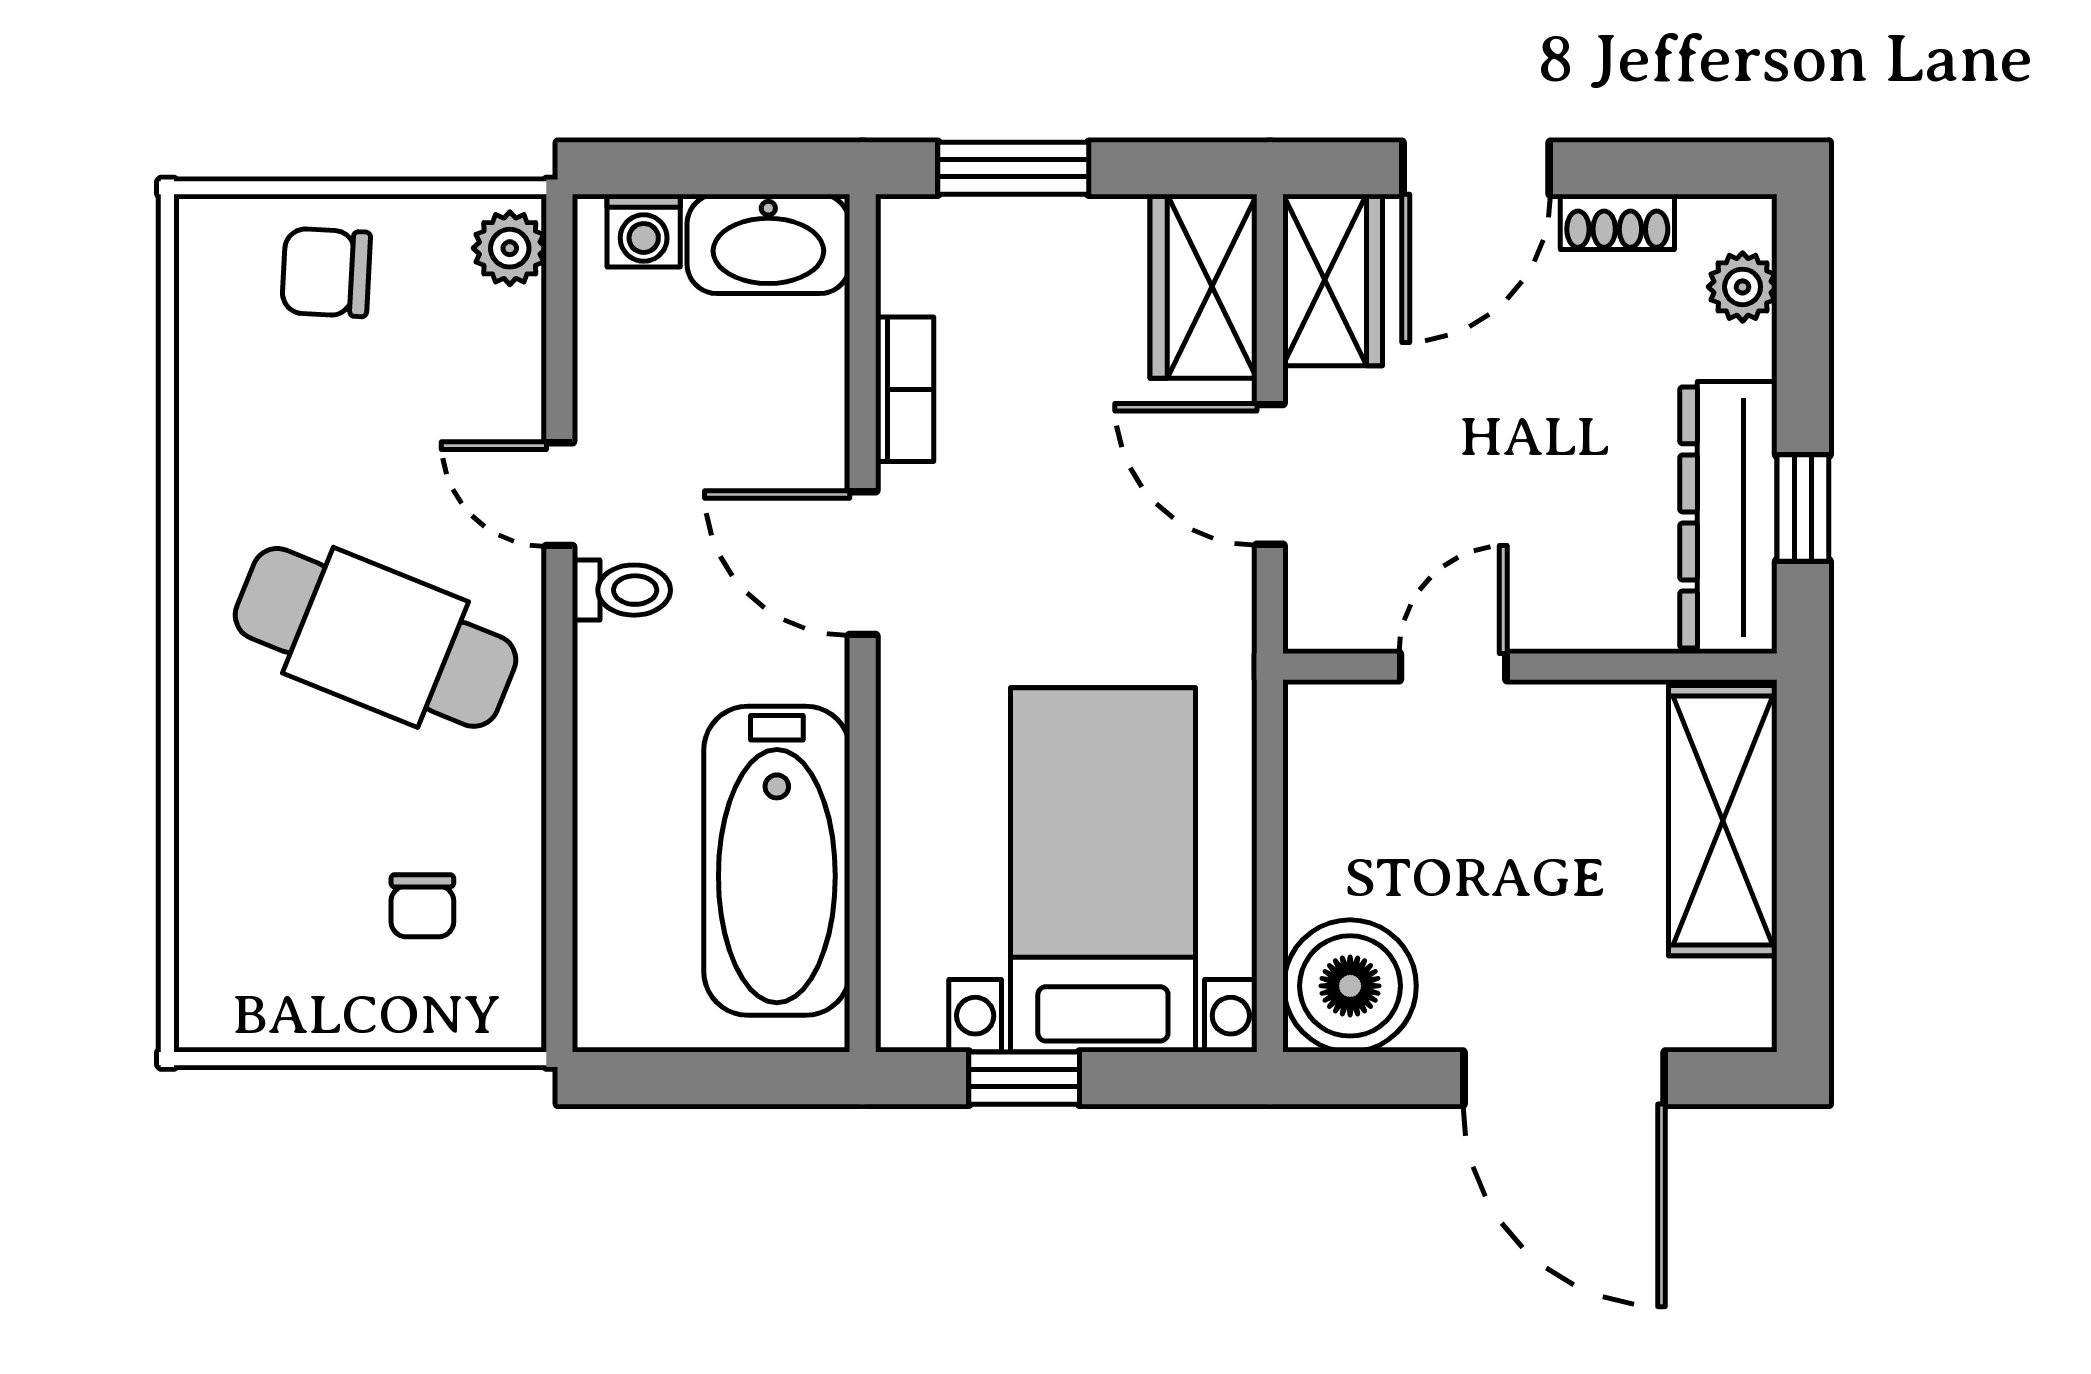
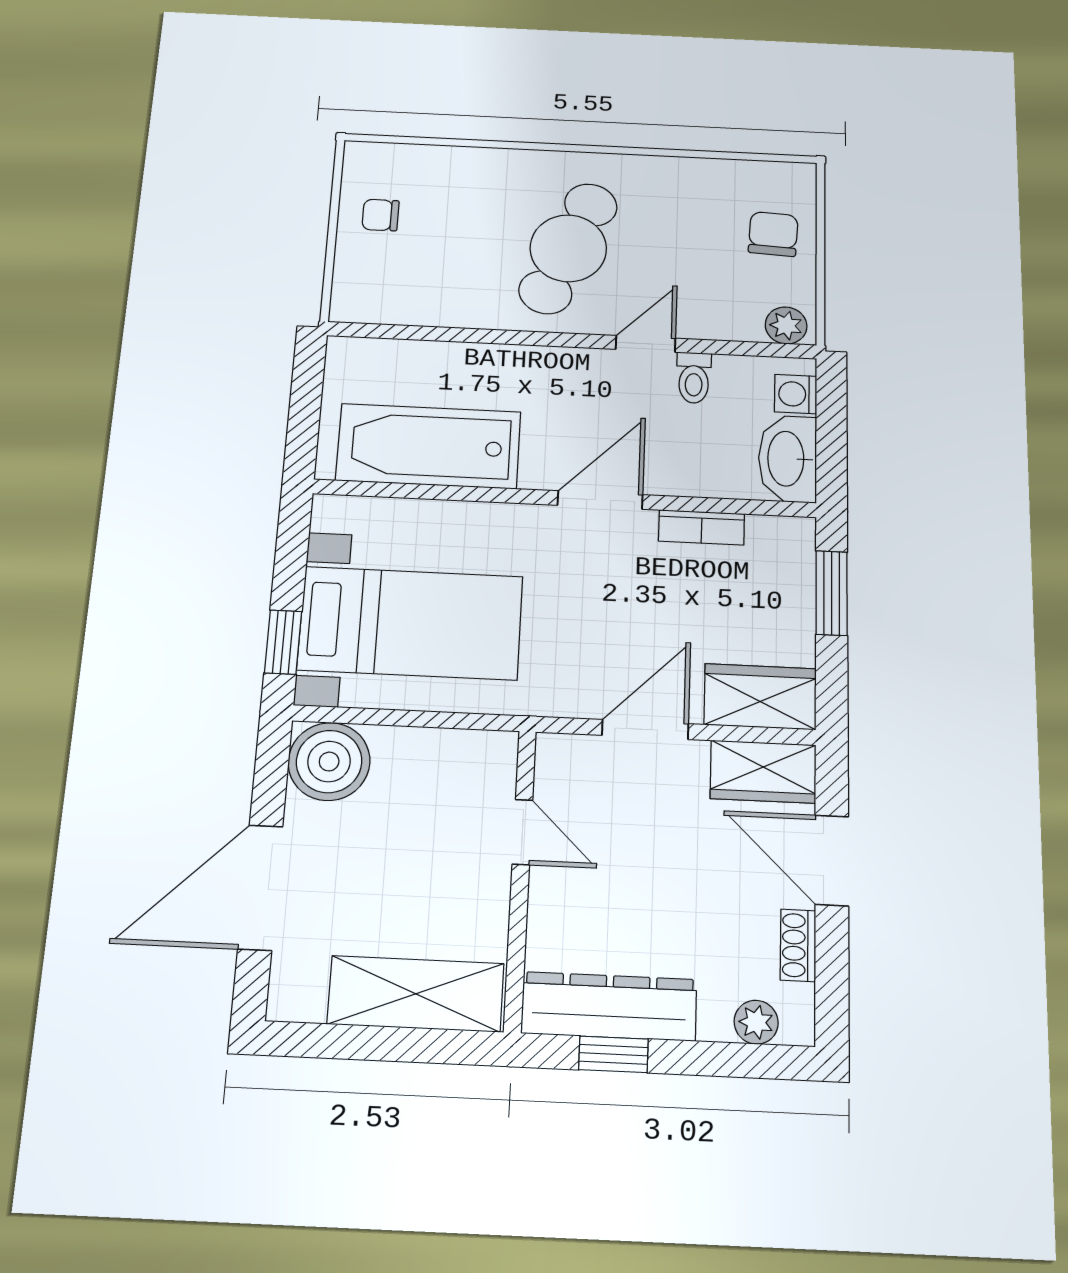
toilet: (621, 590) -> (694, 378), moved
chair: (422, 906) -> (381, 215), moved
window: (1024, 1078) -> (283, 642), moved

